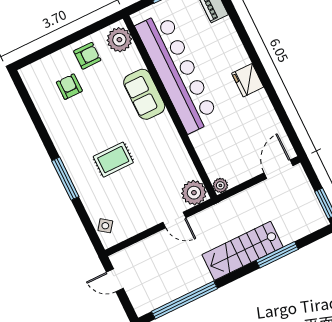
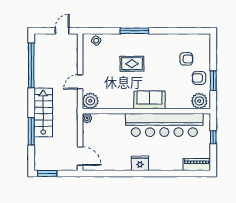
window: (82, 34) -> (213, 81), added
armchair: (87, 56) -> (199, 78), turned 90
sofa: (144, 94) -> (150, 100), moved
rug: (113, 160) -> (132, 64), turned 90

